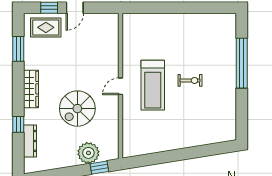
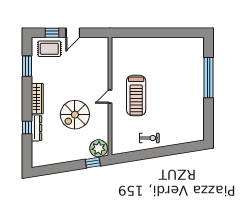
exercise bike: (190, 80) -> (149, 138), moved
dresser: (30, 141) -> (36, 128), moved
plant: (88, 153) -> (99, 148), moved

